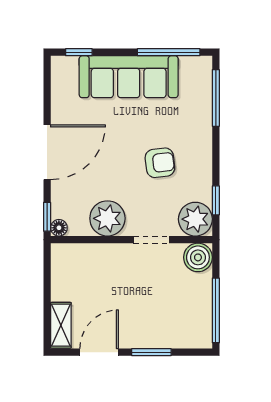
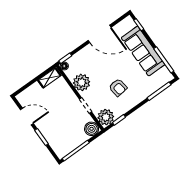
door: (47, 152) -> (100, 34), moved
shelving: (61, 325) -> (49, 78), moved

